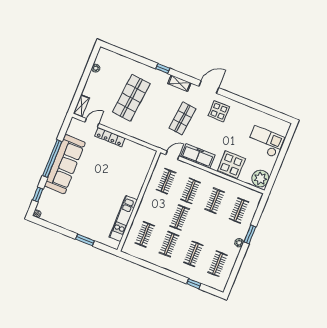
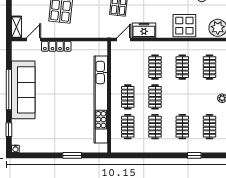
freezer: (198, 156) -> (144, 30), width x0.71
clothes rail: (166, 181) -> (128, 97), moved
kitchen unit: (123, 218) -> (101, 100), width x1.86

